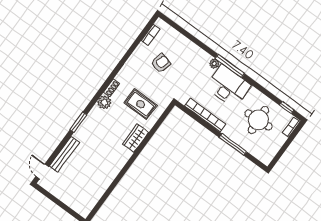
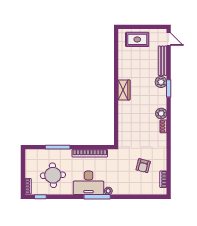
rug: (141, 104) -> (137, 39), moved
plant: (81, 134) -> (161, 82), added
wardrobe: (136, 138) -> (124, 90), moved

